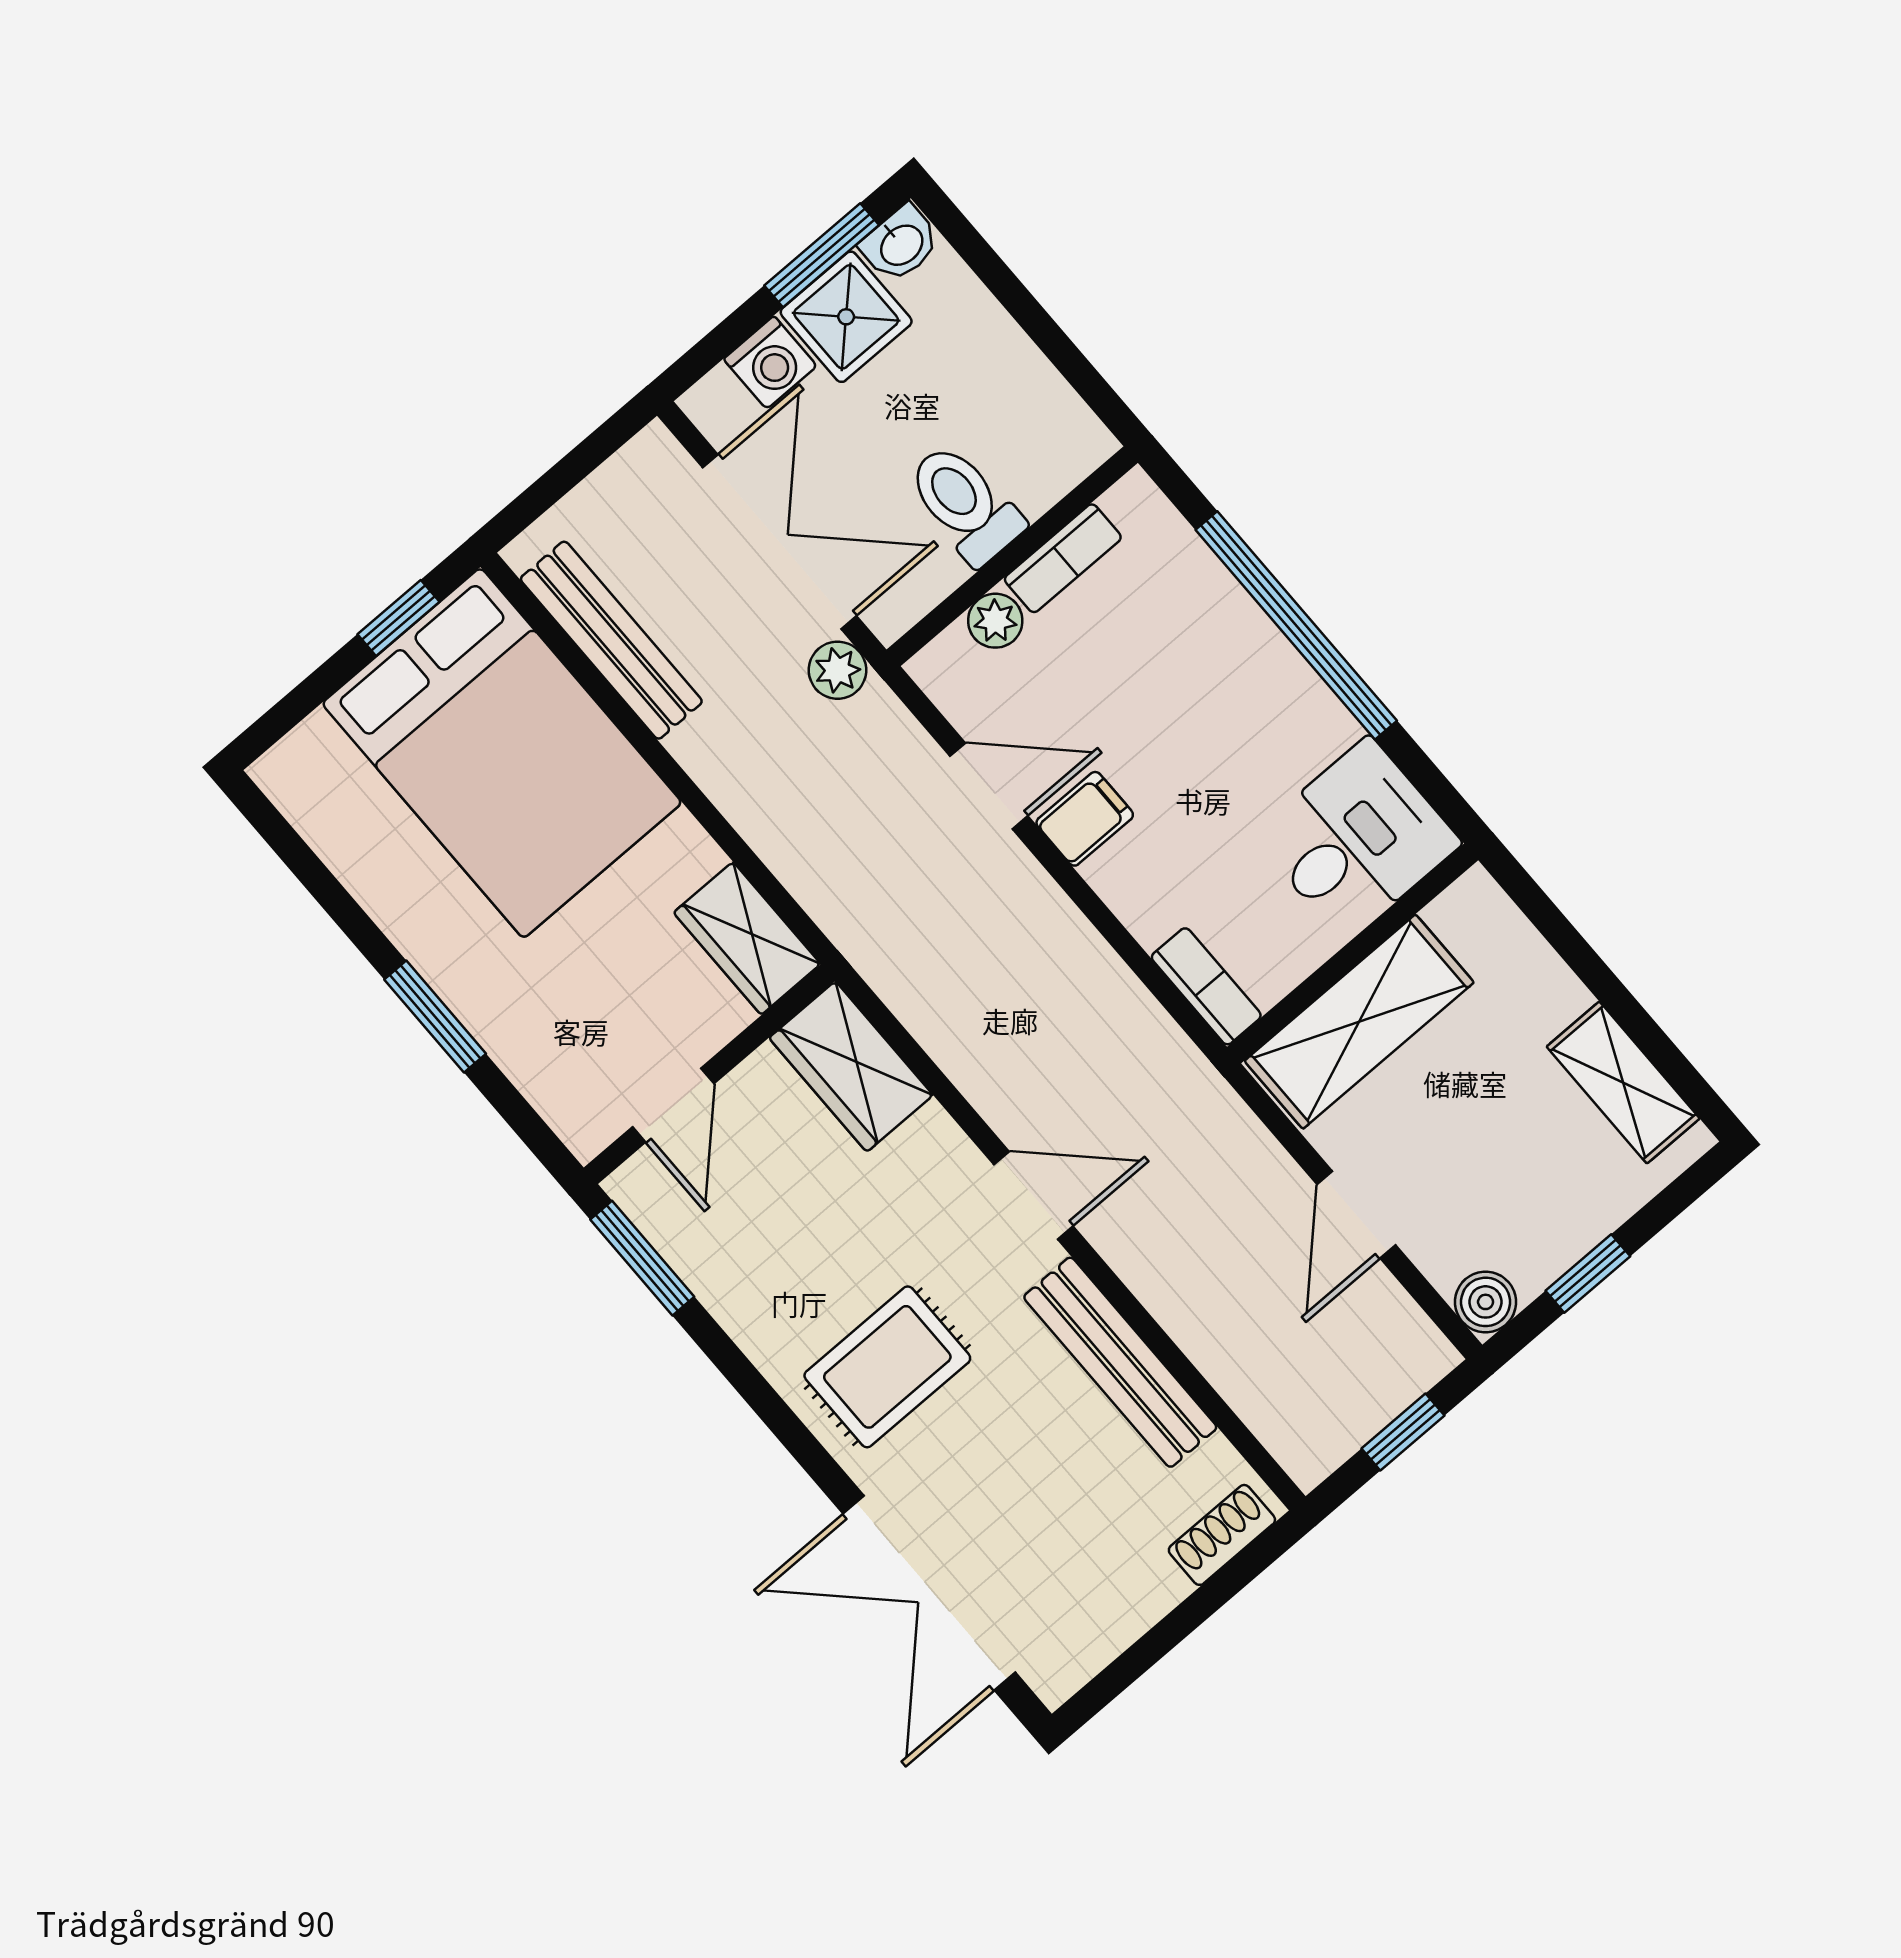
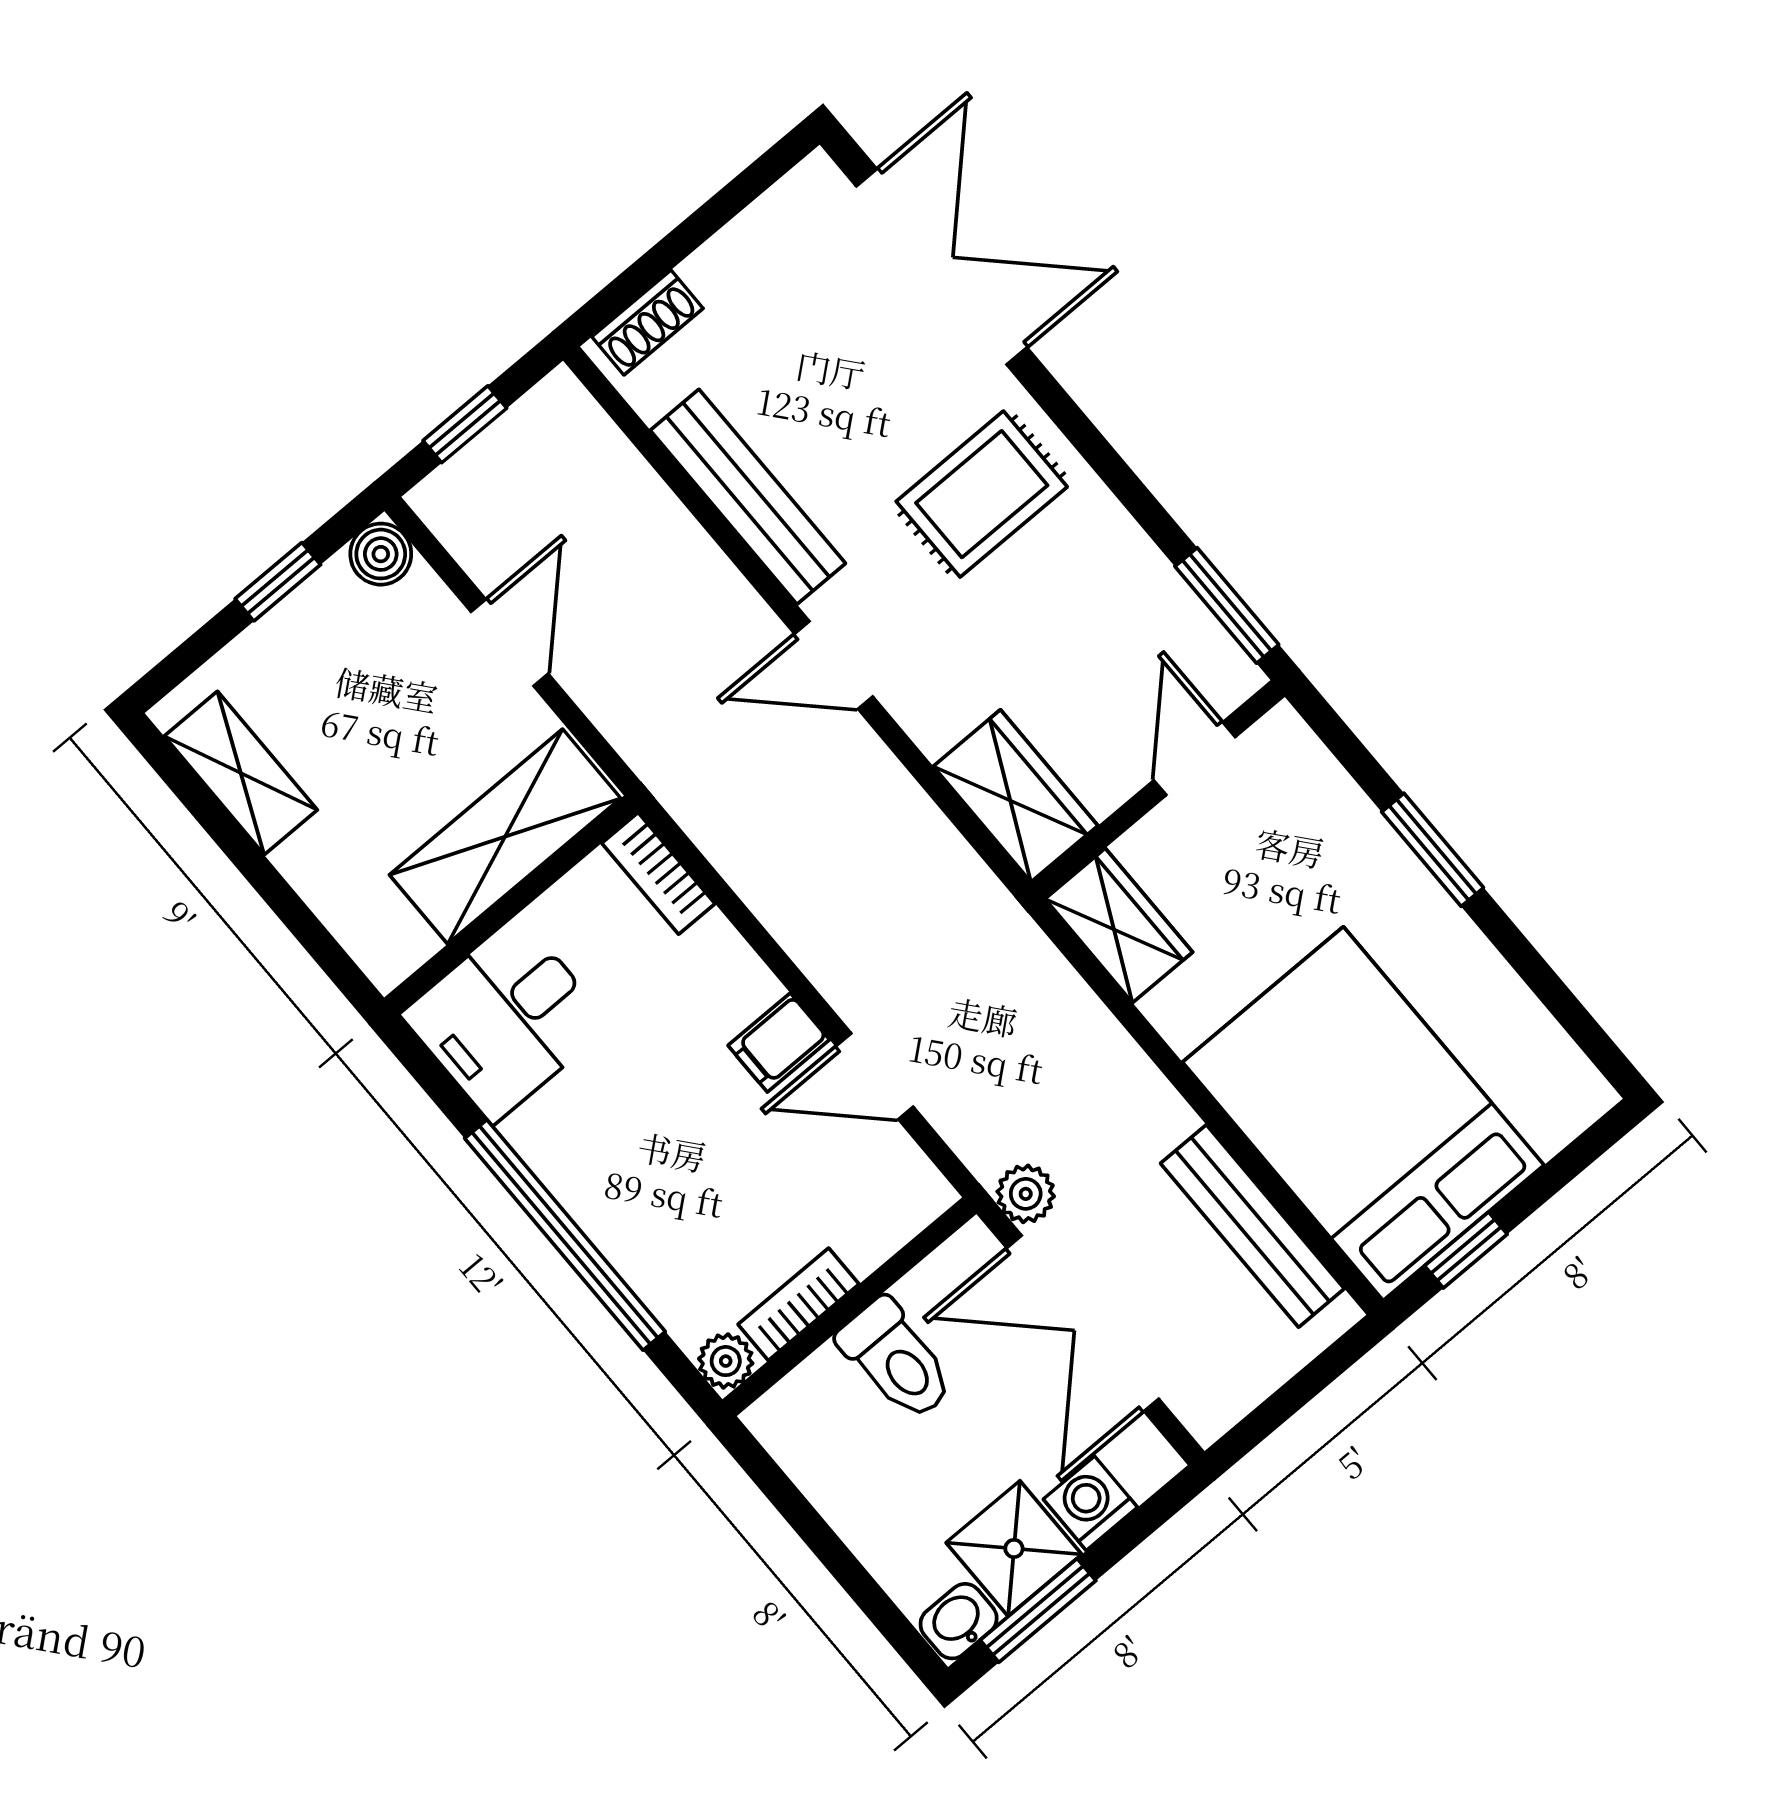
plant: (995, 621) -> (726, 1361), moved

